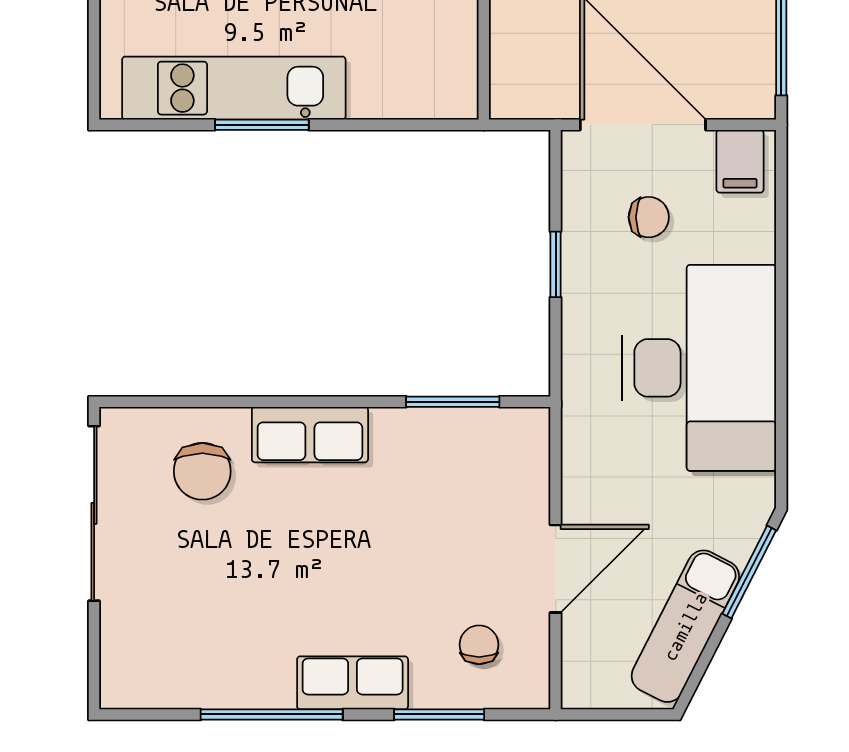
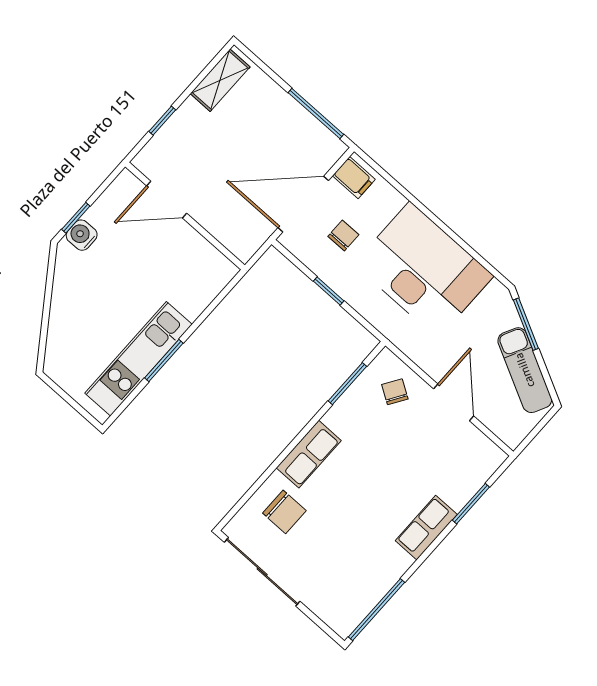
chair: (479, 645) -> (395, 392), moved, turned 32
window: (272, 714) -> (376, 610), moved

